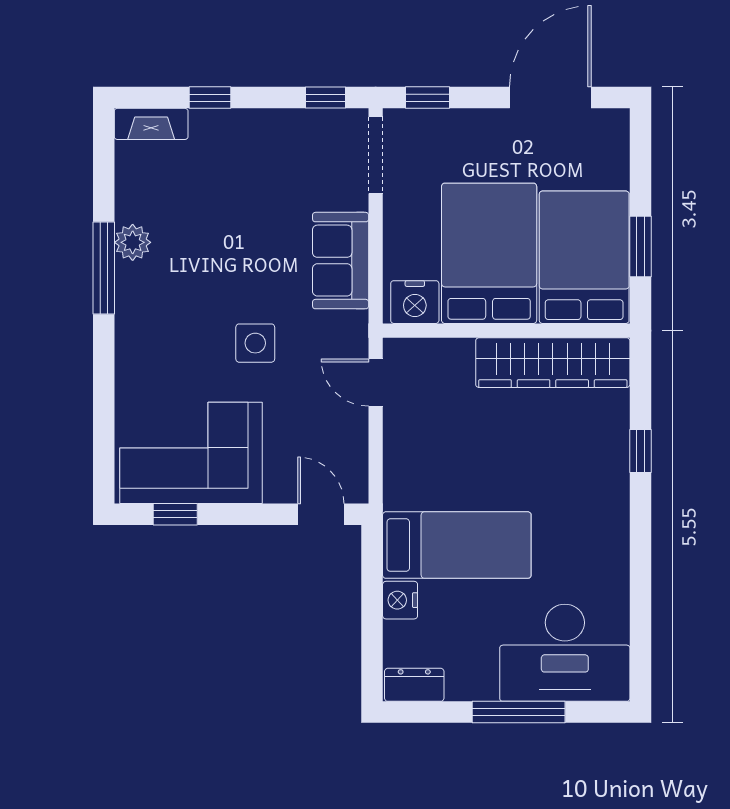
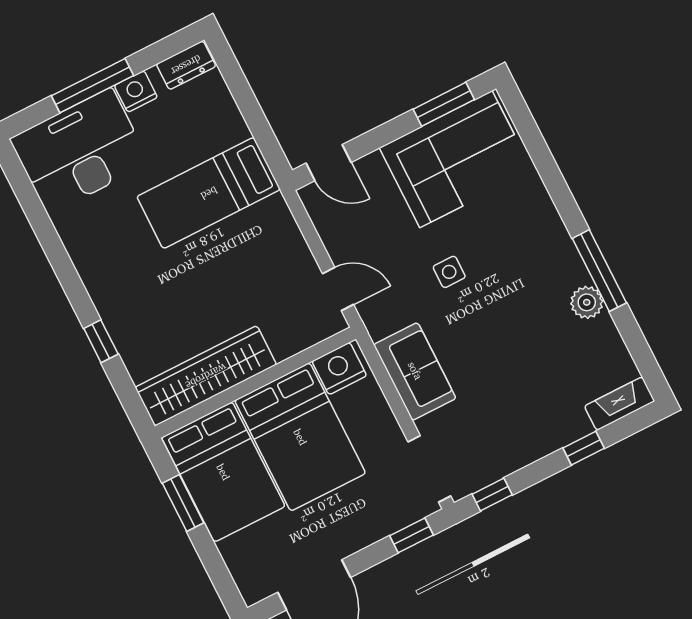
side table: (255, 343) -> (449, 272), width x0.73, depth x0.73
window: (175, 514) -> (444, 104), width x1.50
nightstand: (400, 600) -> (136, 91), moved, turned -90

